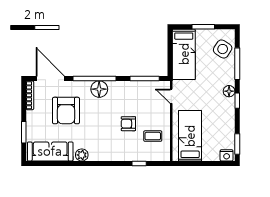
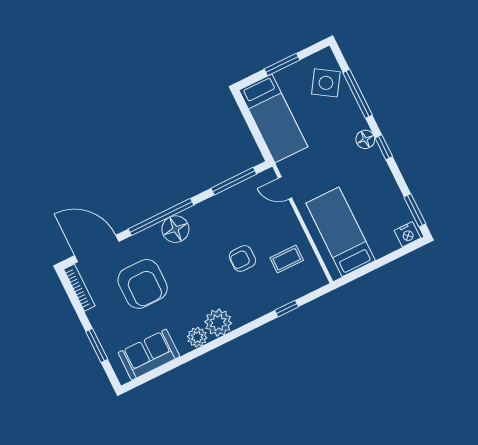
sofa: (50, 151) -> (149, 355), width x0.73
plant: (97, 153) -> (218, 323), added

